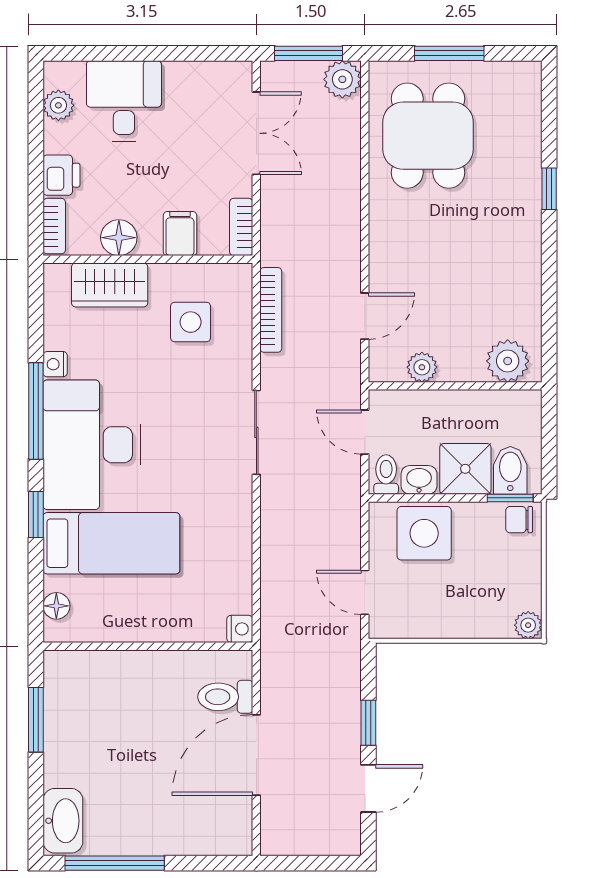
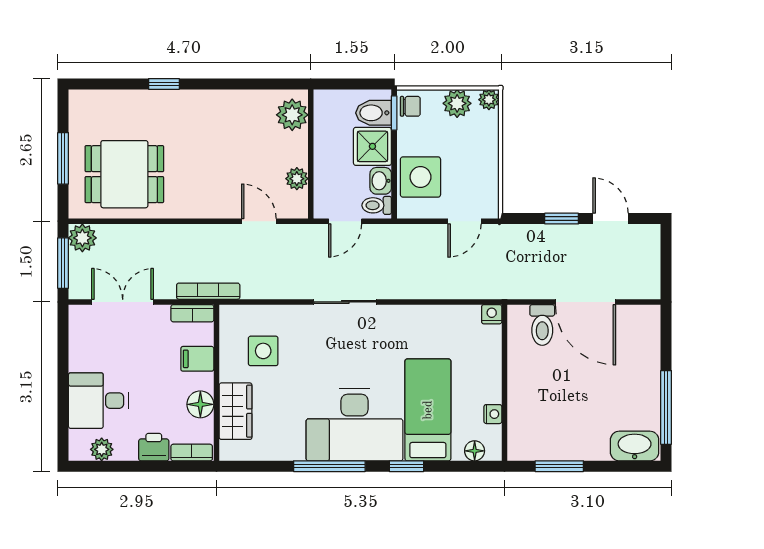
bookcase: (271, 310) -> (208, 291), moved
nightstand: (55, 364) -> (493, 414), moved, turned -90
chair: (519, 520) -> (410, 106), turned -90
plant: (523, 582) -> (457, 103), added

